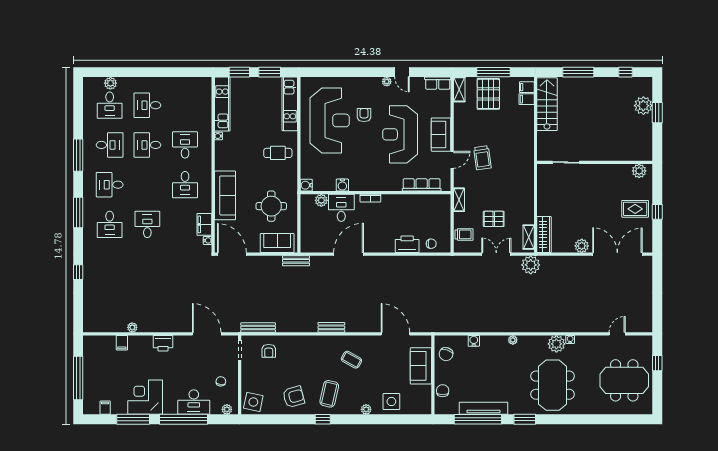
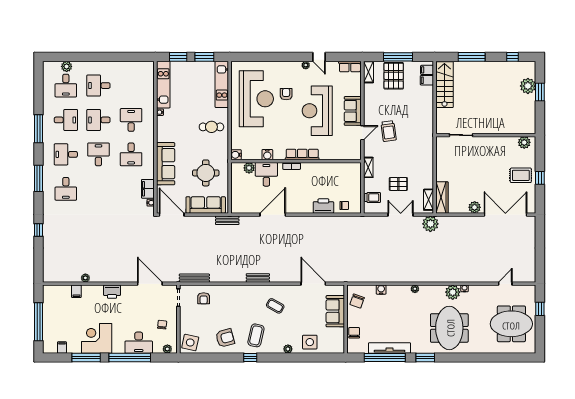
row of seats: (422, 185) -> (302, 155), moved
desk: (147, 224) -> (98, 154), moved
sofa: (277, 243) -> (206, 205), width x1.36

